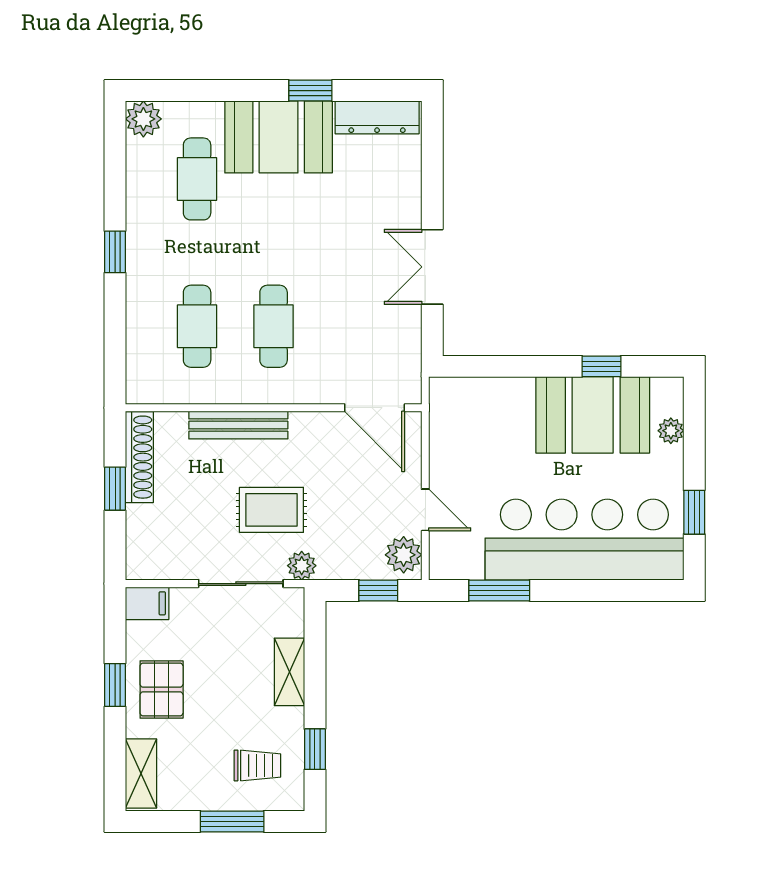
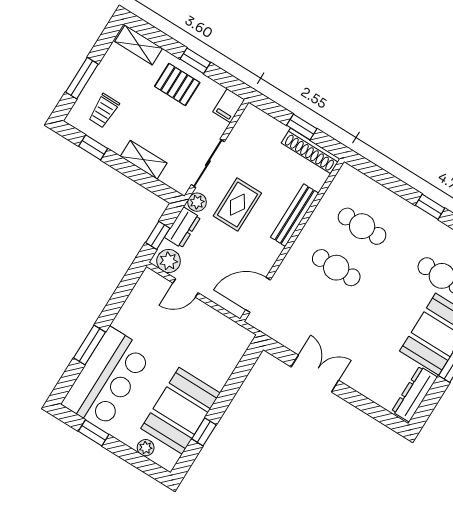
bar counter: (584, 540) -> (107, 379), width x0.73
dresser: (347, 564) -> (182, 227), added
window: (499, 590) -> (89, 345), moved

